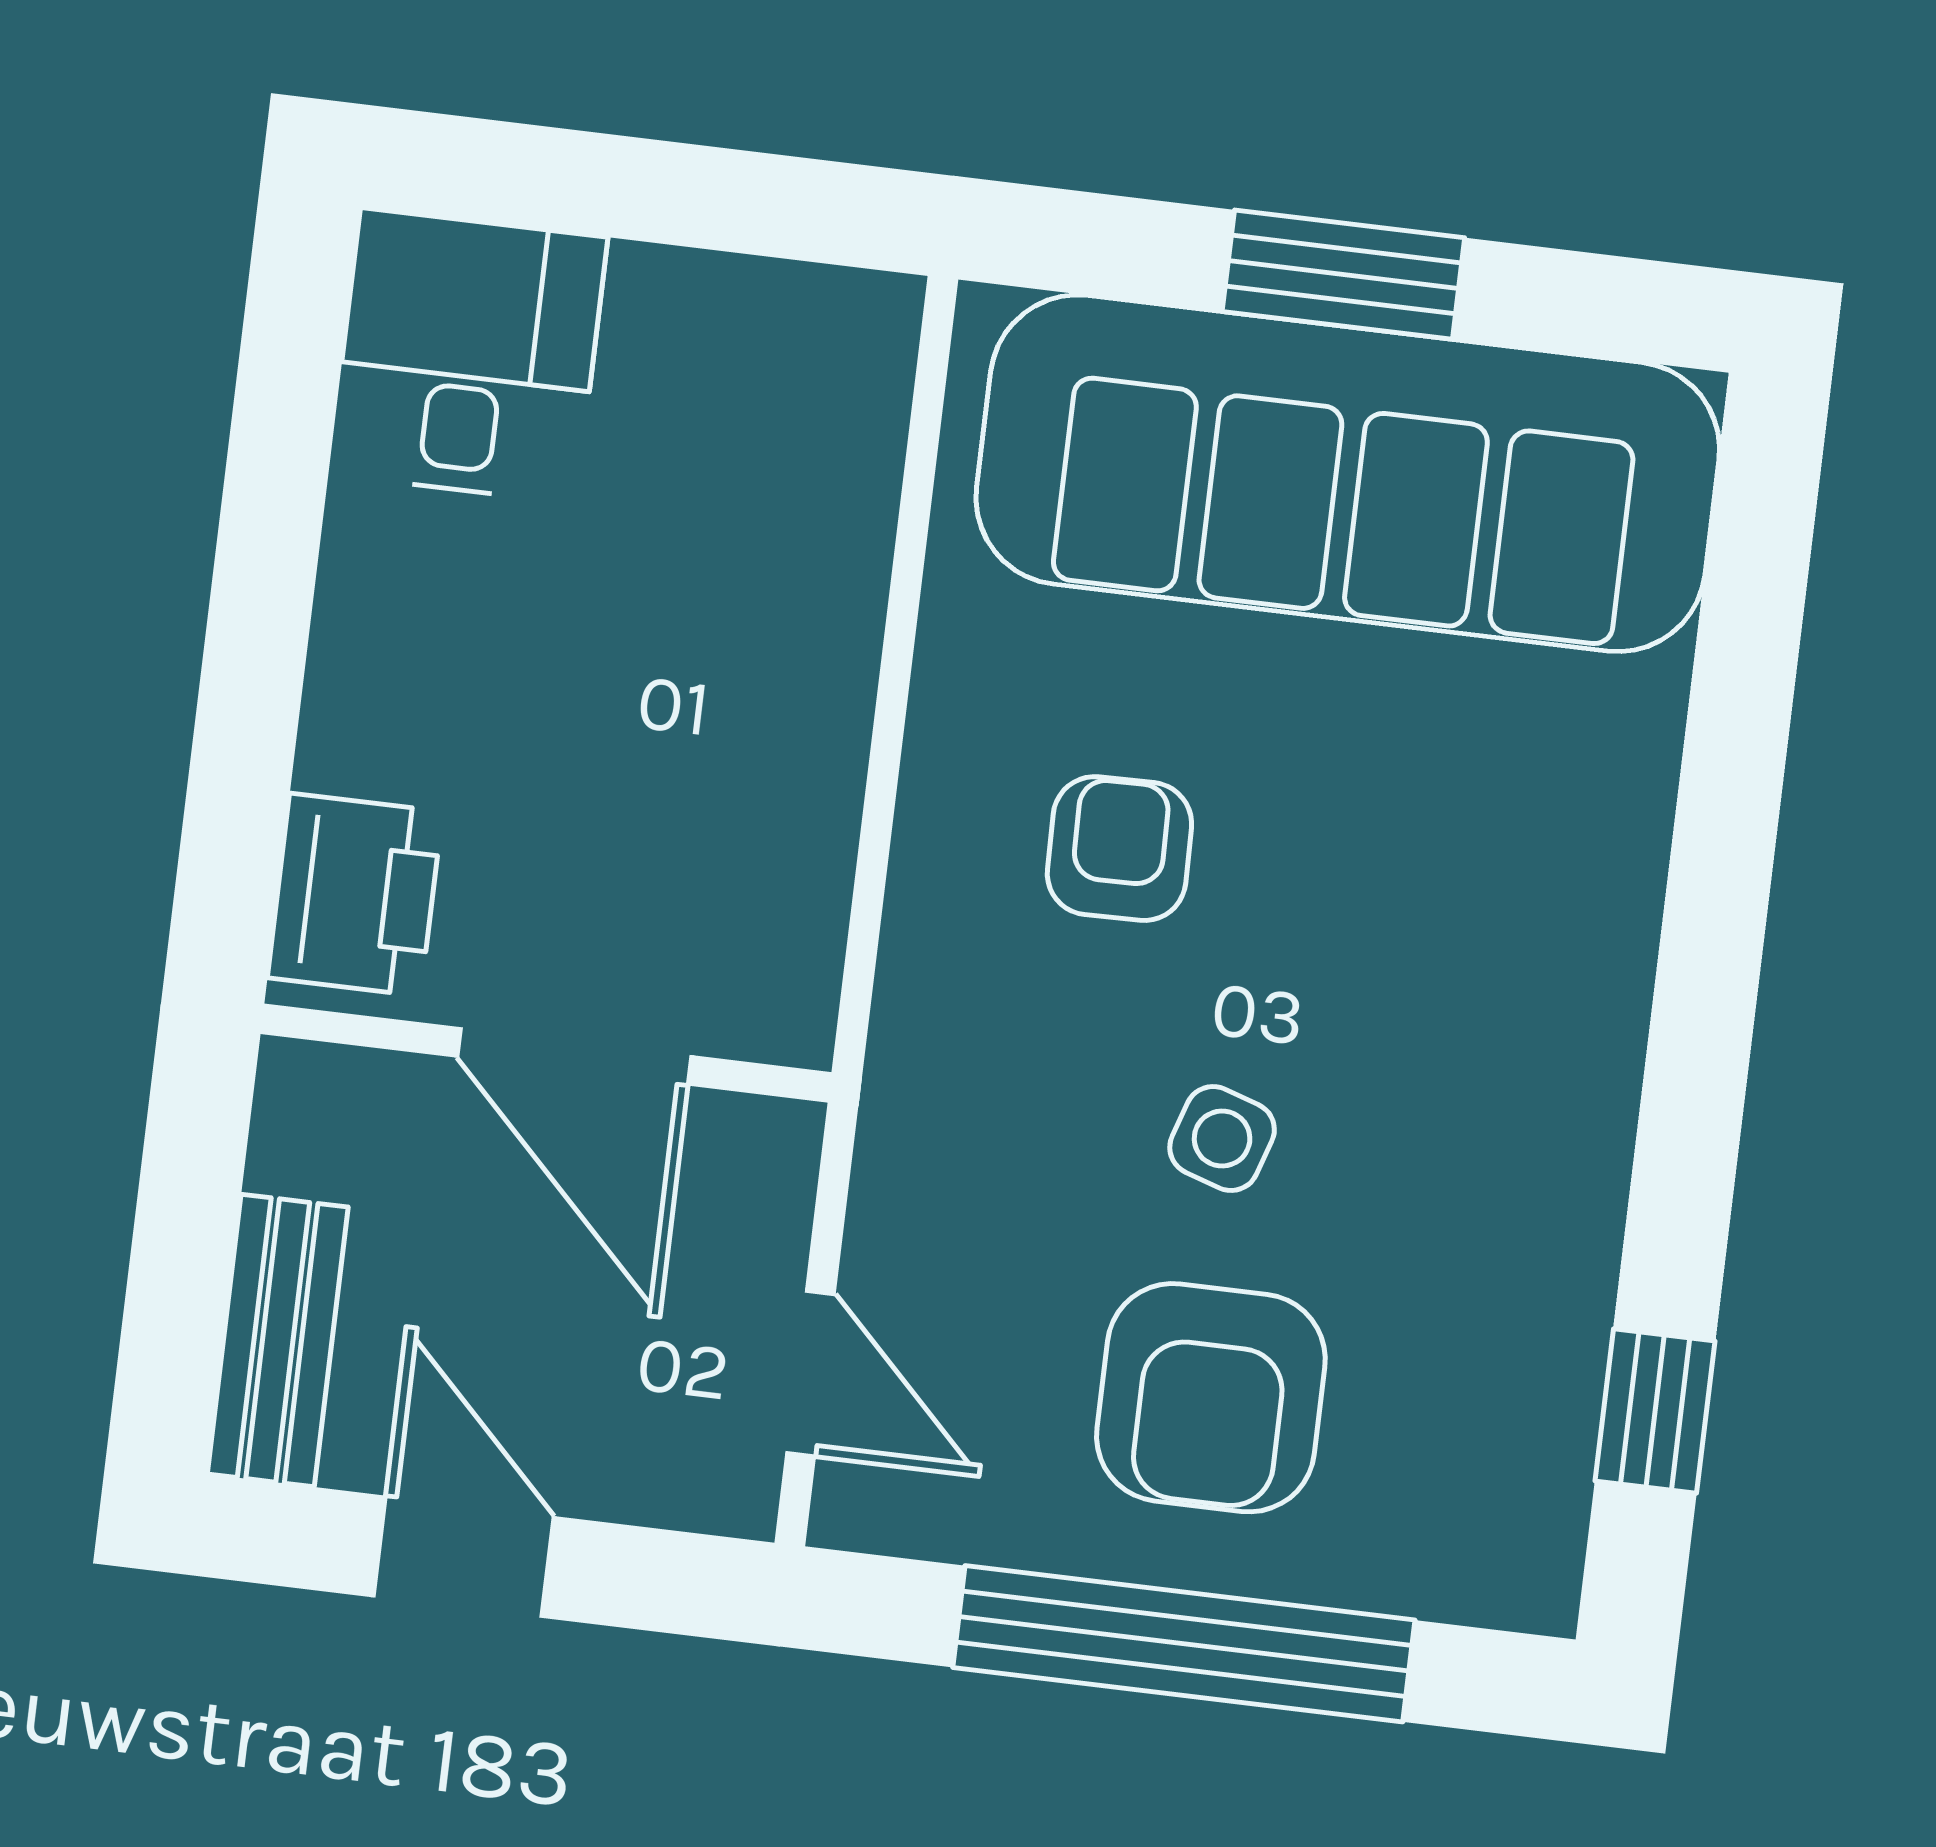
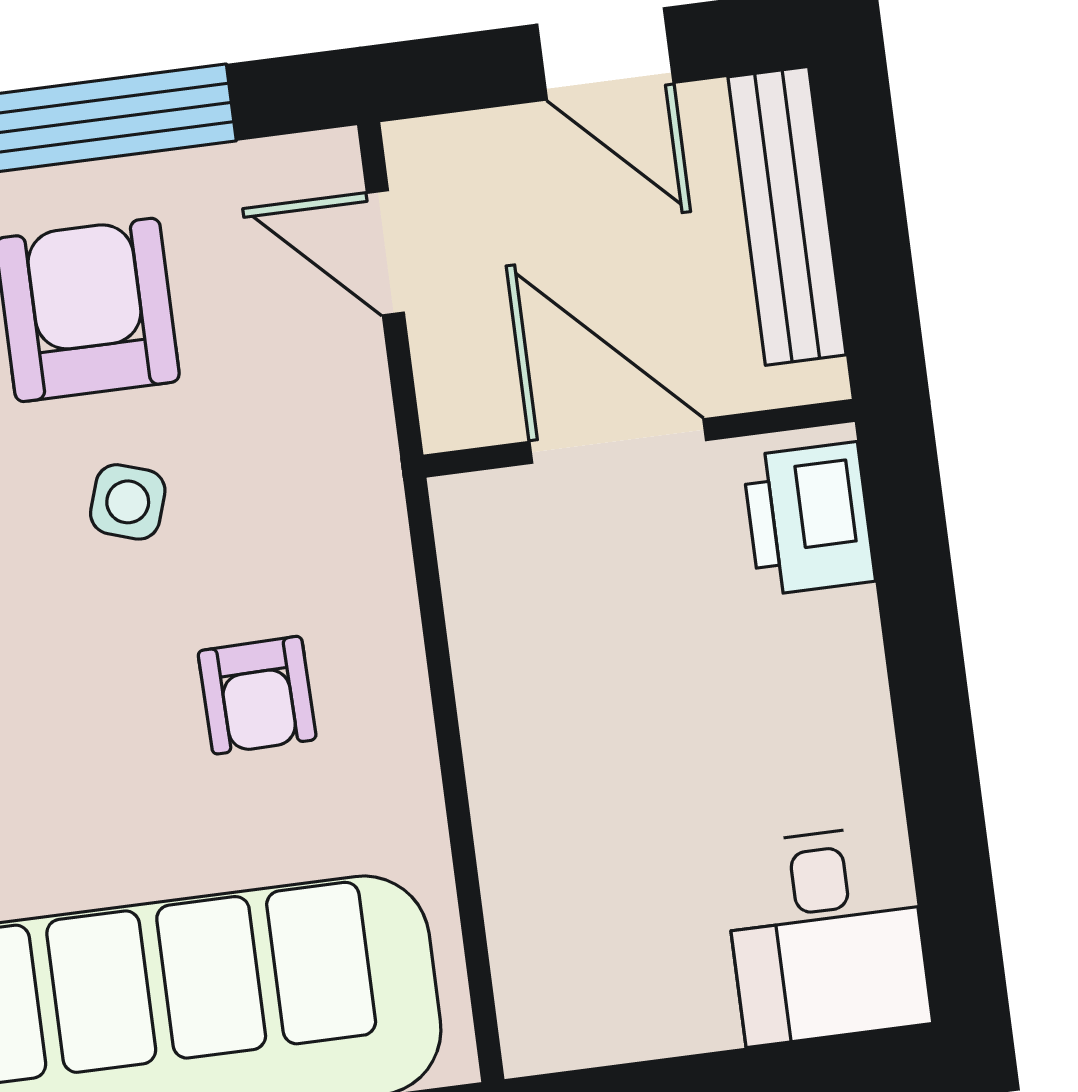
bench: (278, 1340) -> (787, 216), width x1.36

